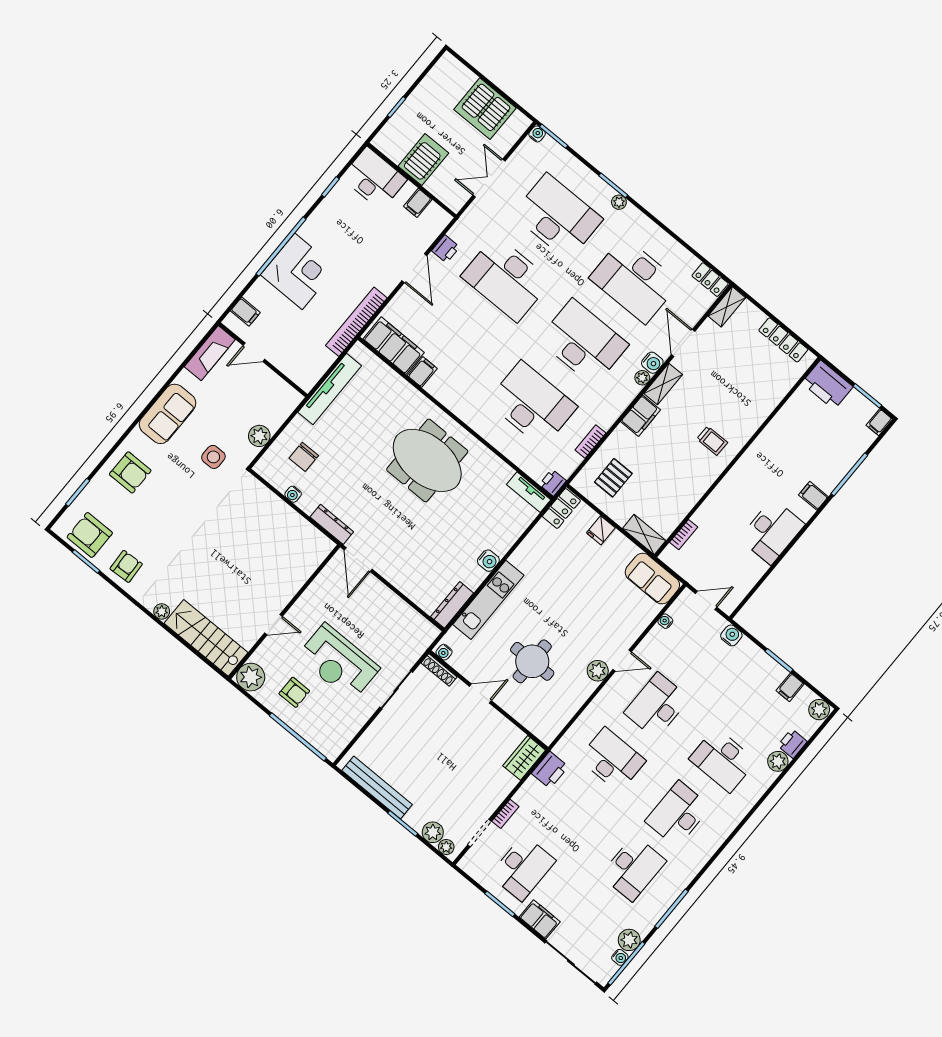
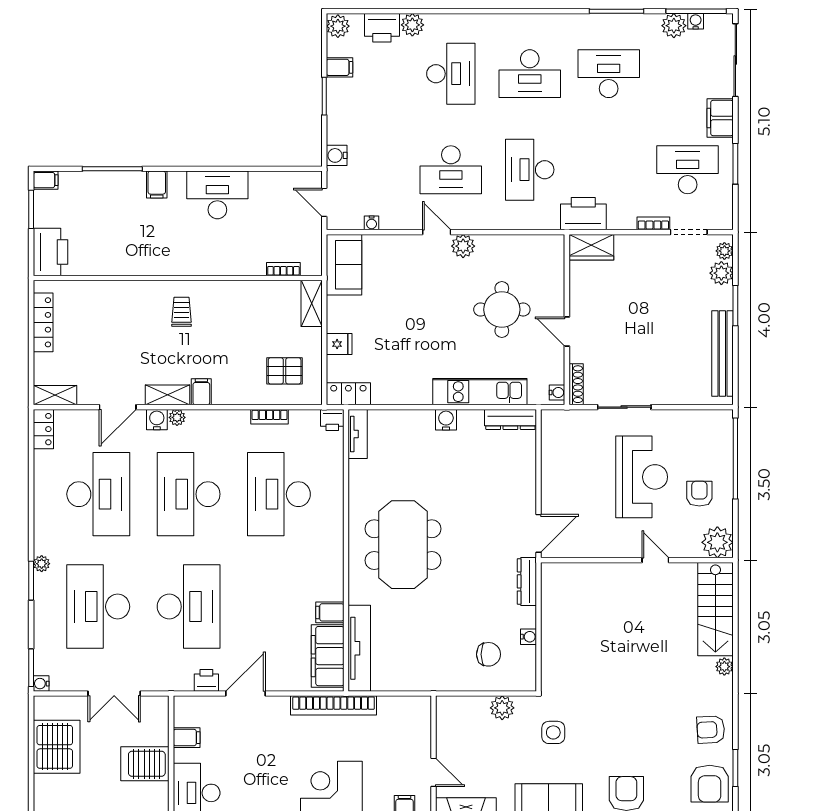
tv unit: (330, 389) -> (359, 648), moved, turned 90
filing cabinet: (641, 416) -> (201, 392), width x0.50
printer: (792, 744) -> (382, 28), width x1.36, depth x1.24
printer: (550, 770) -> (583, 214), width x1.37, depth x1.19

